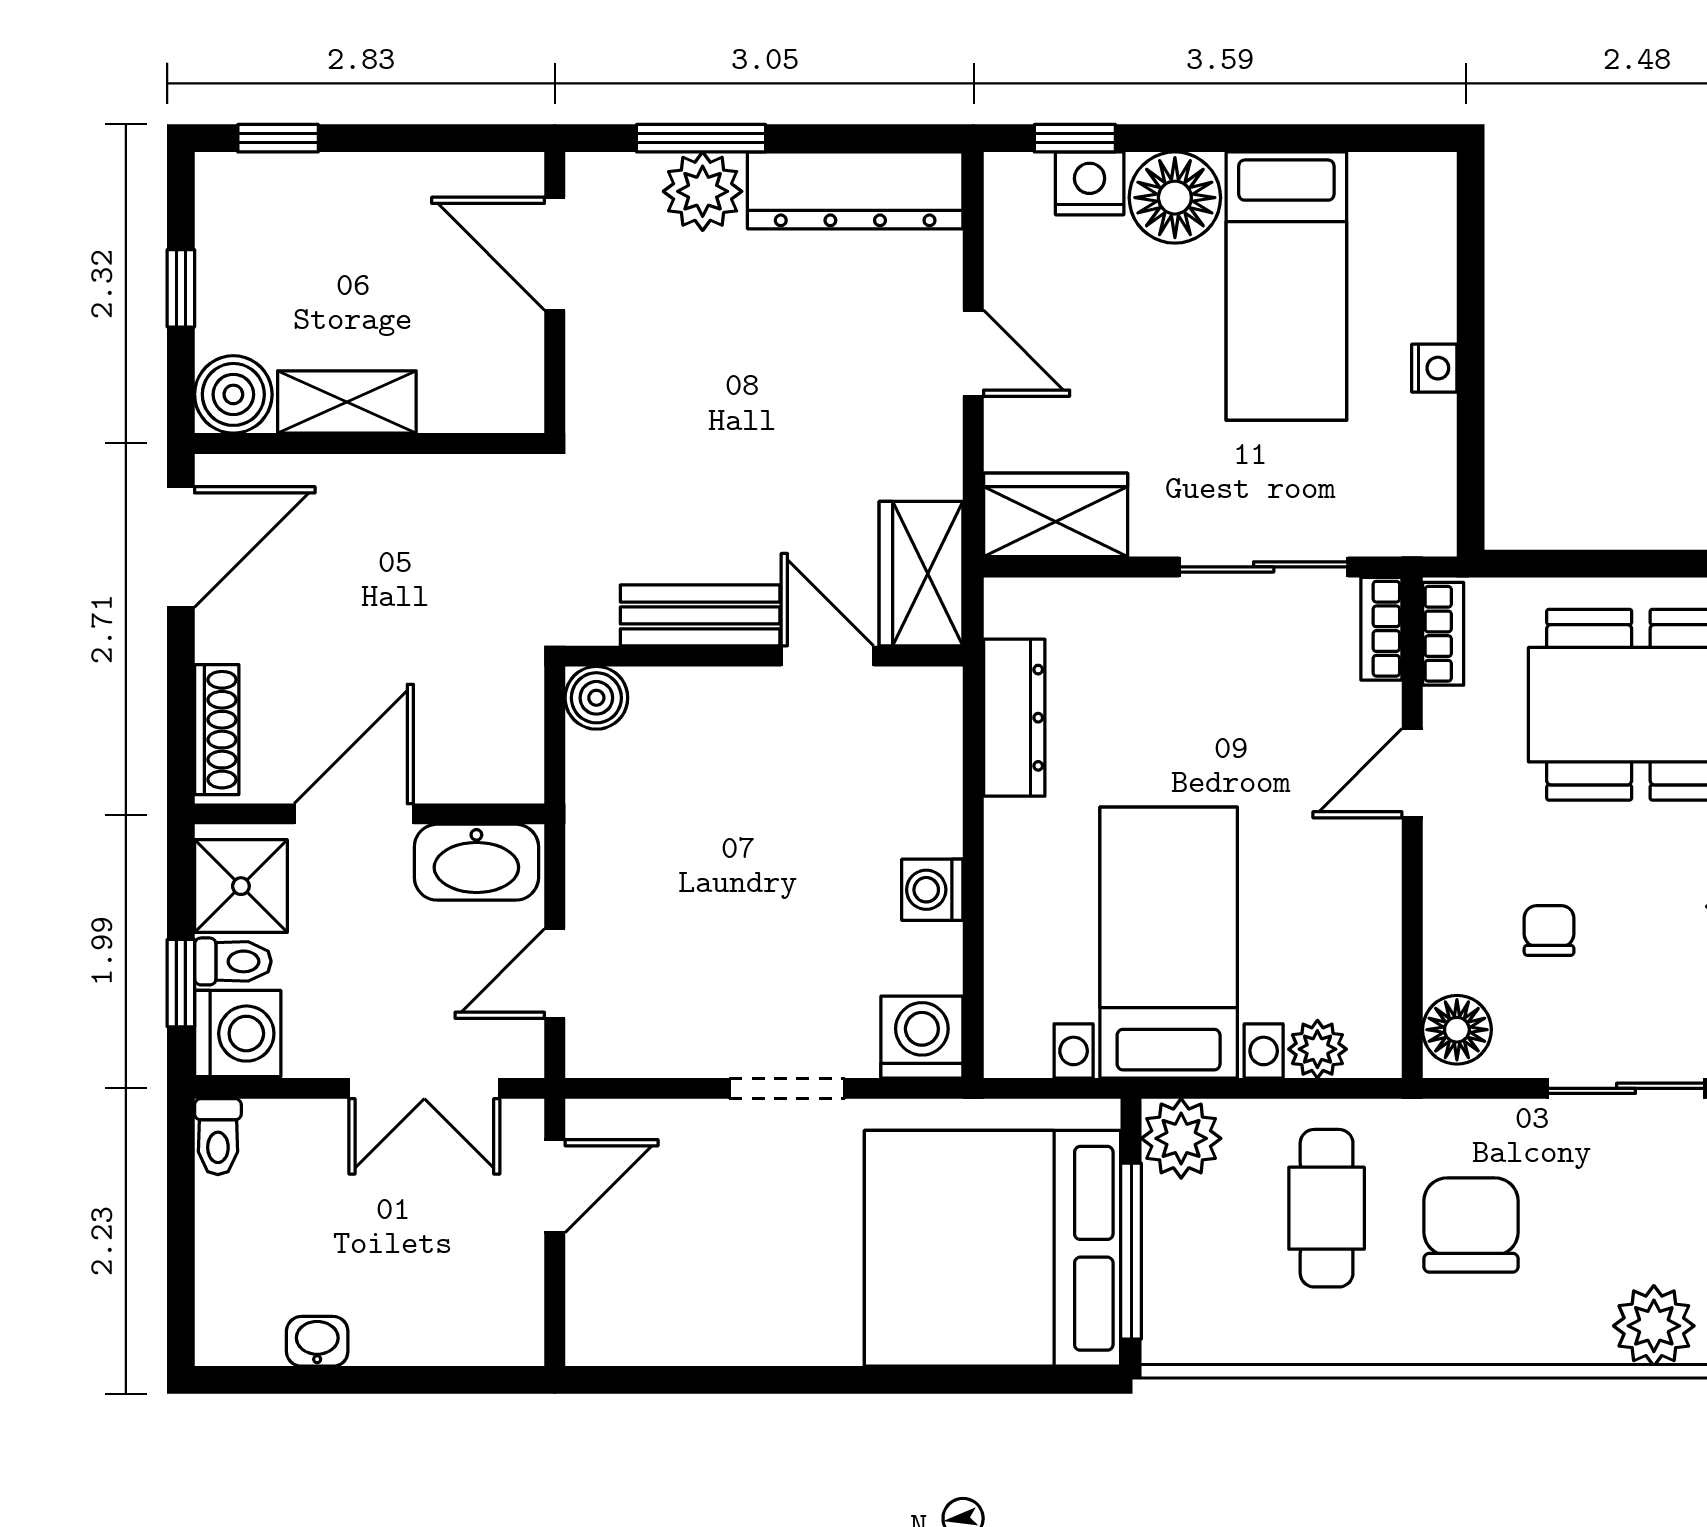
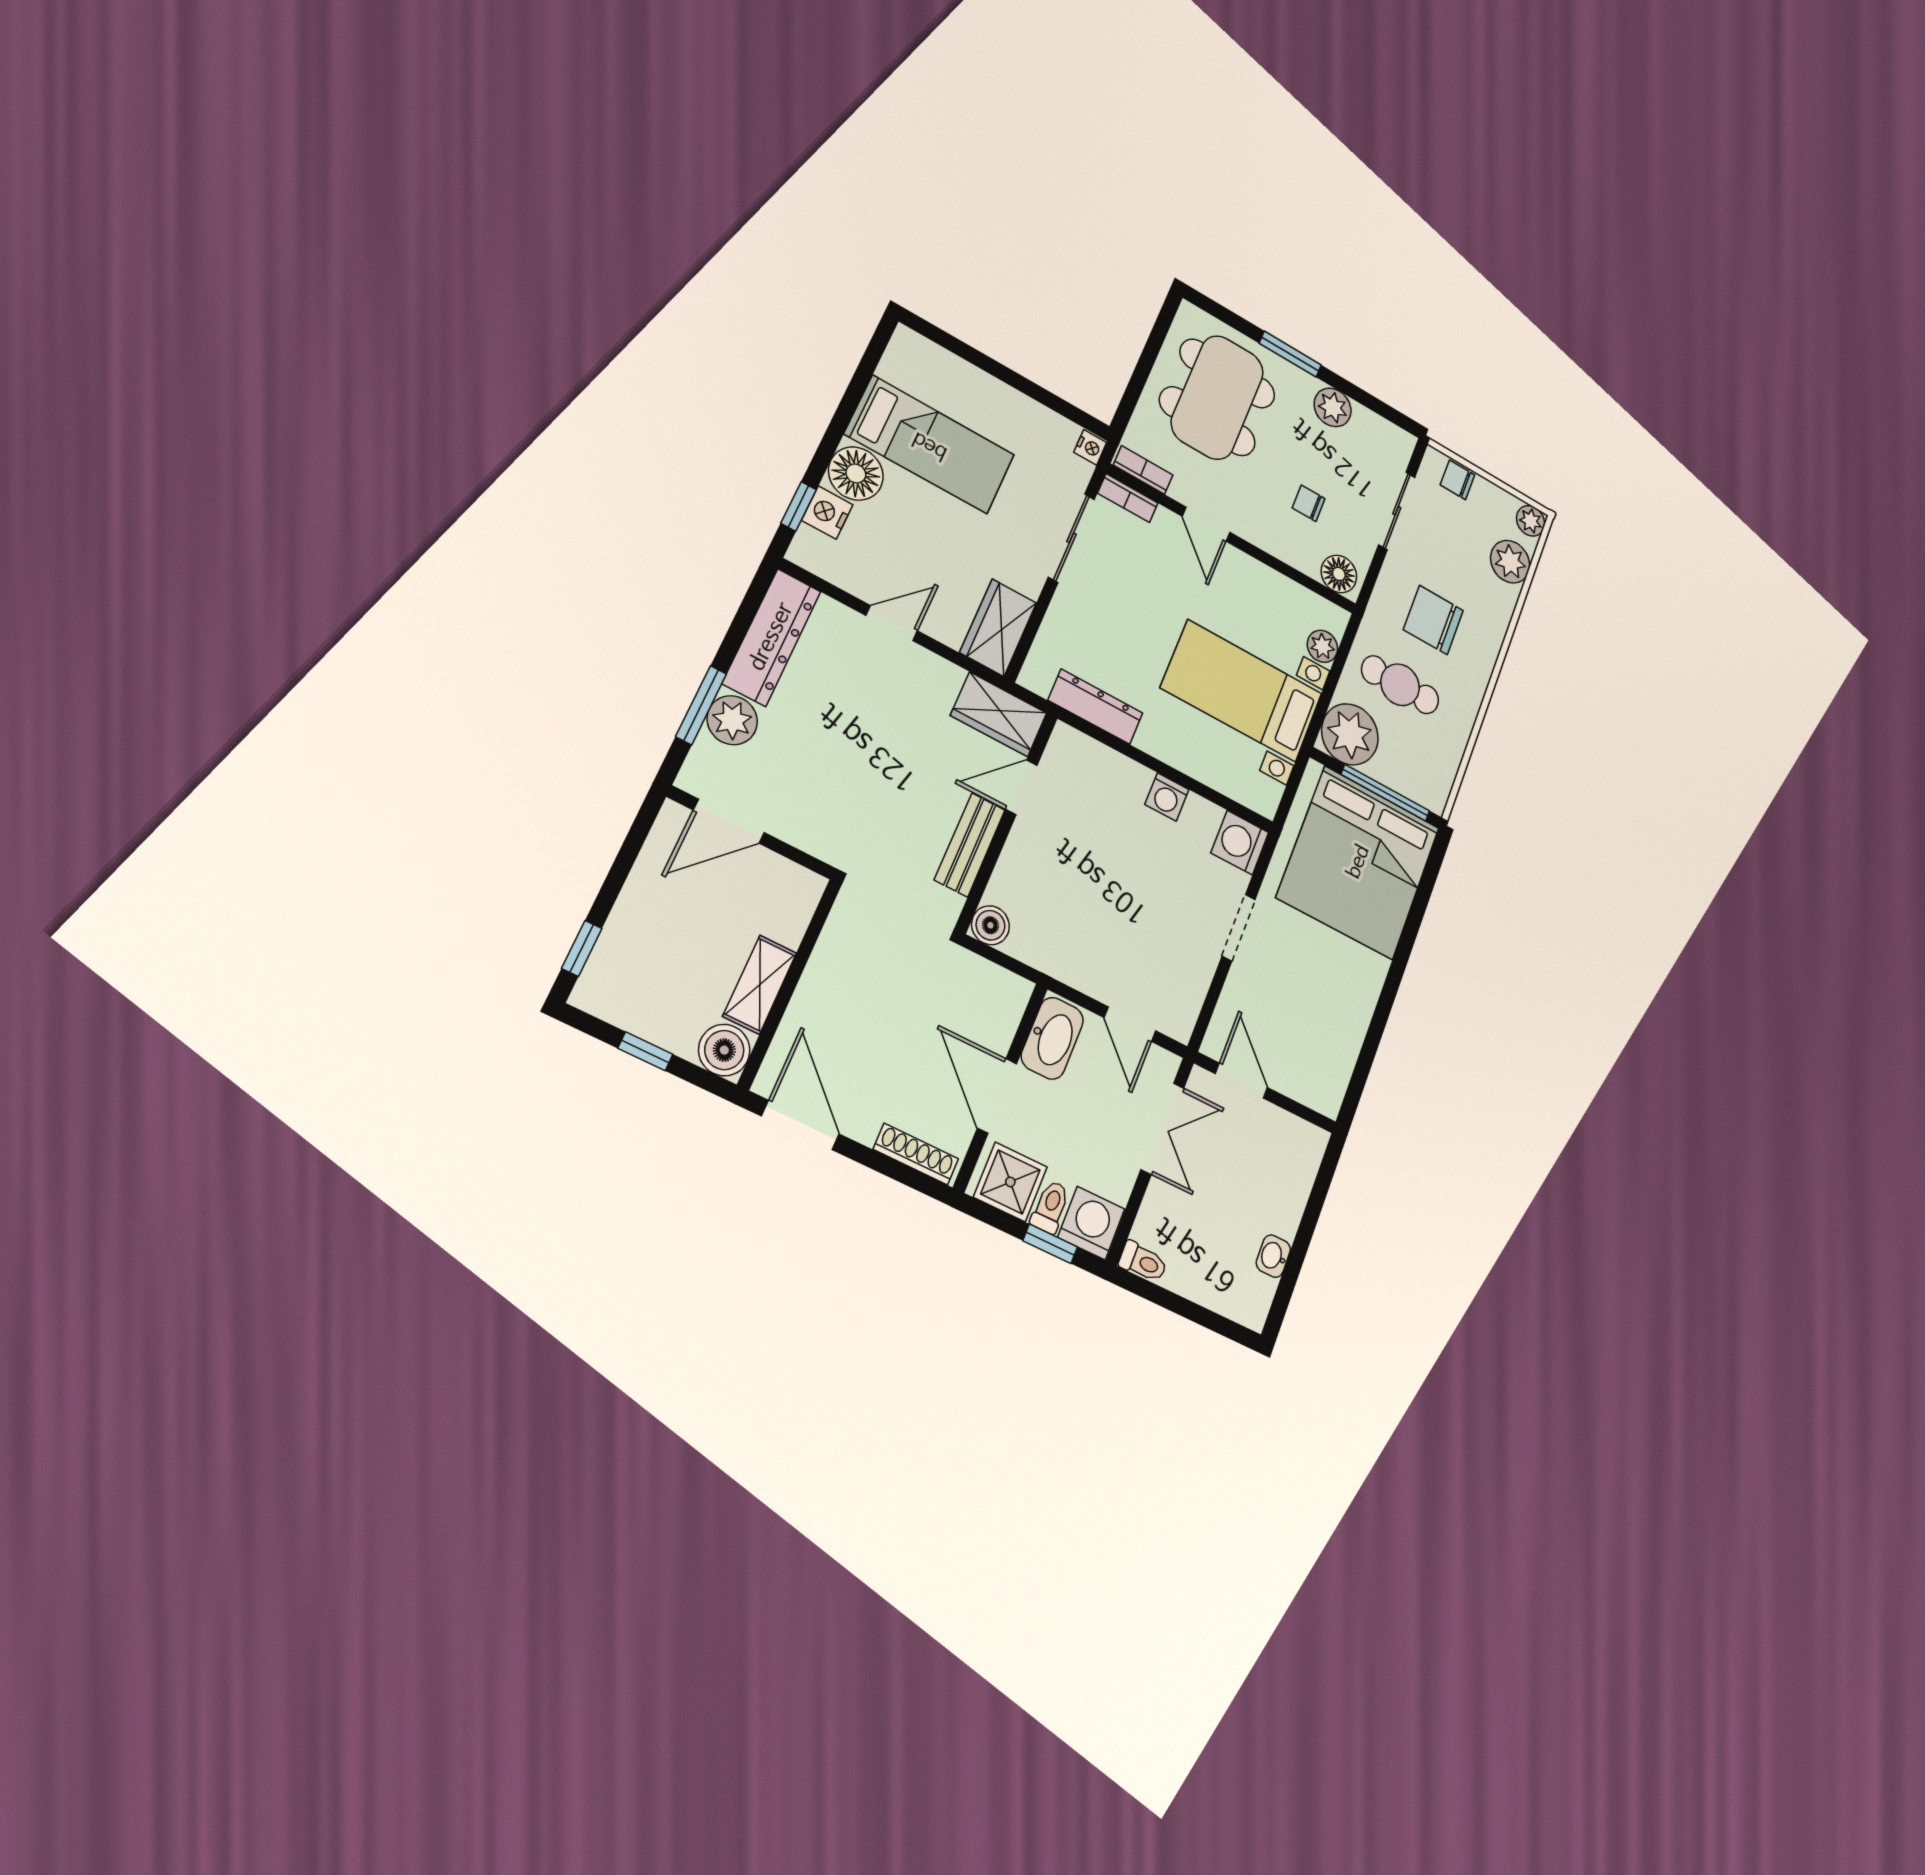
nightstand: (1434, 368) -> (1090, 447), moved, turned 90
plant: (1181, 1138) -> (1350, 734), width x1.36, depth x1.36

